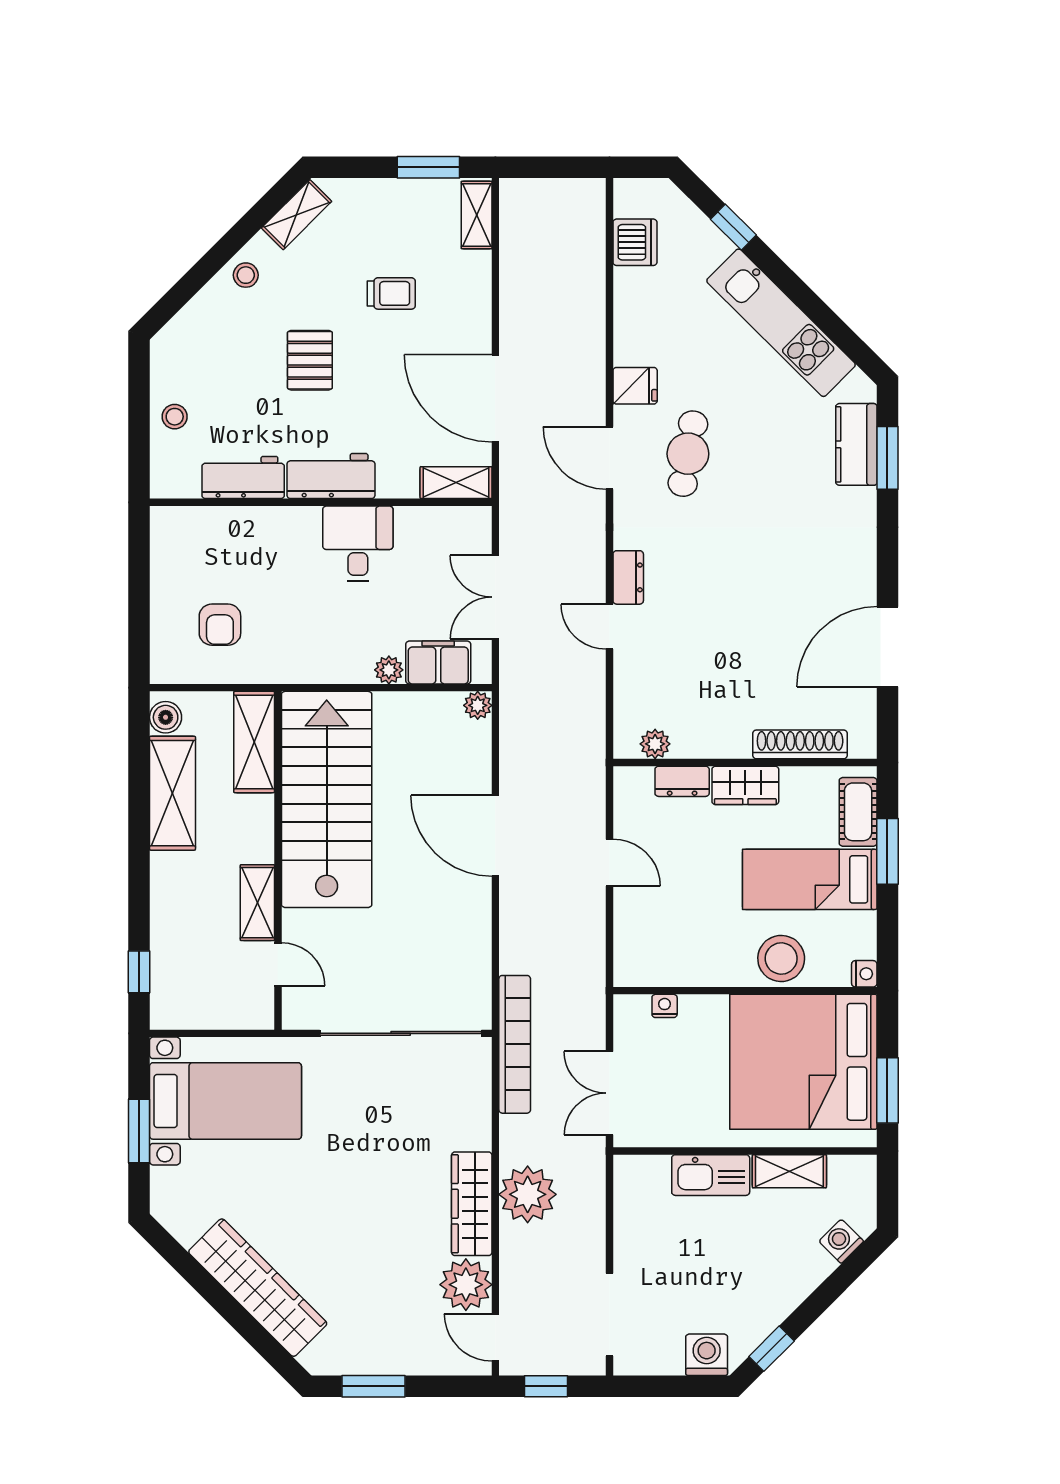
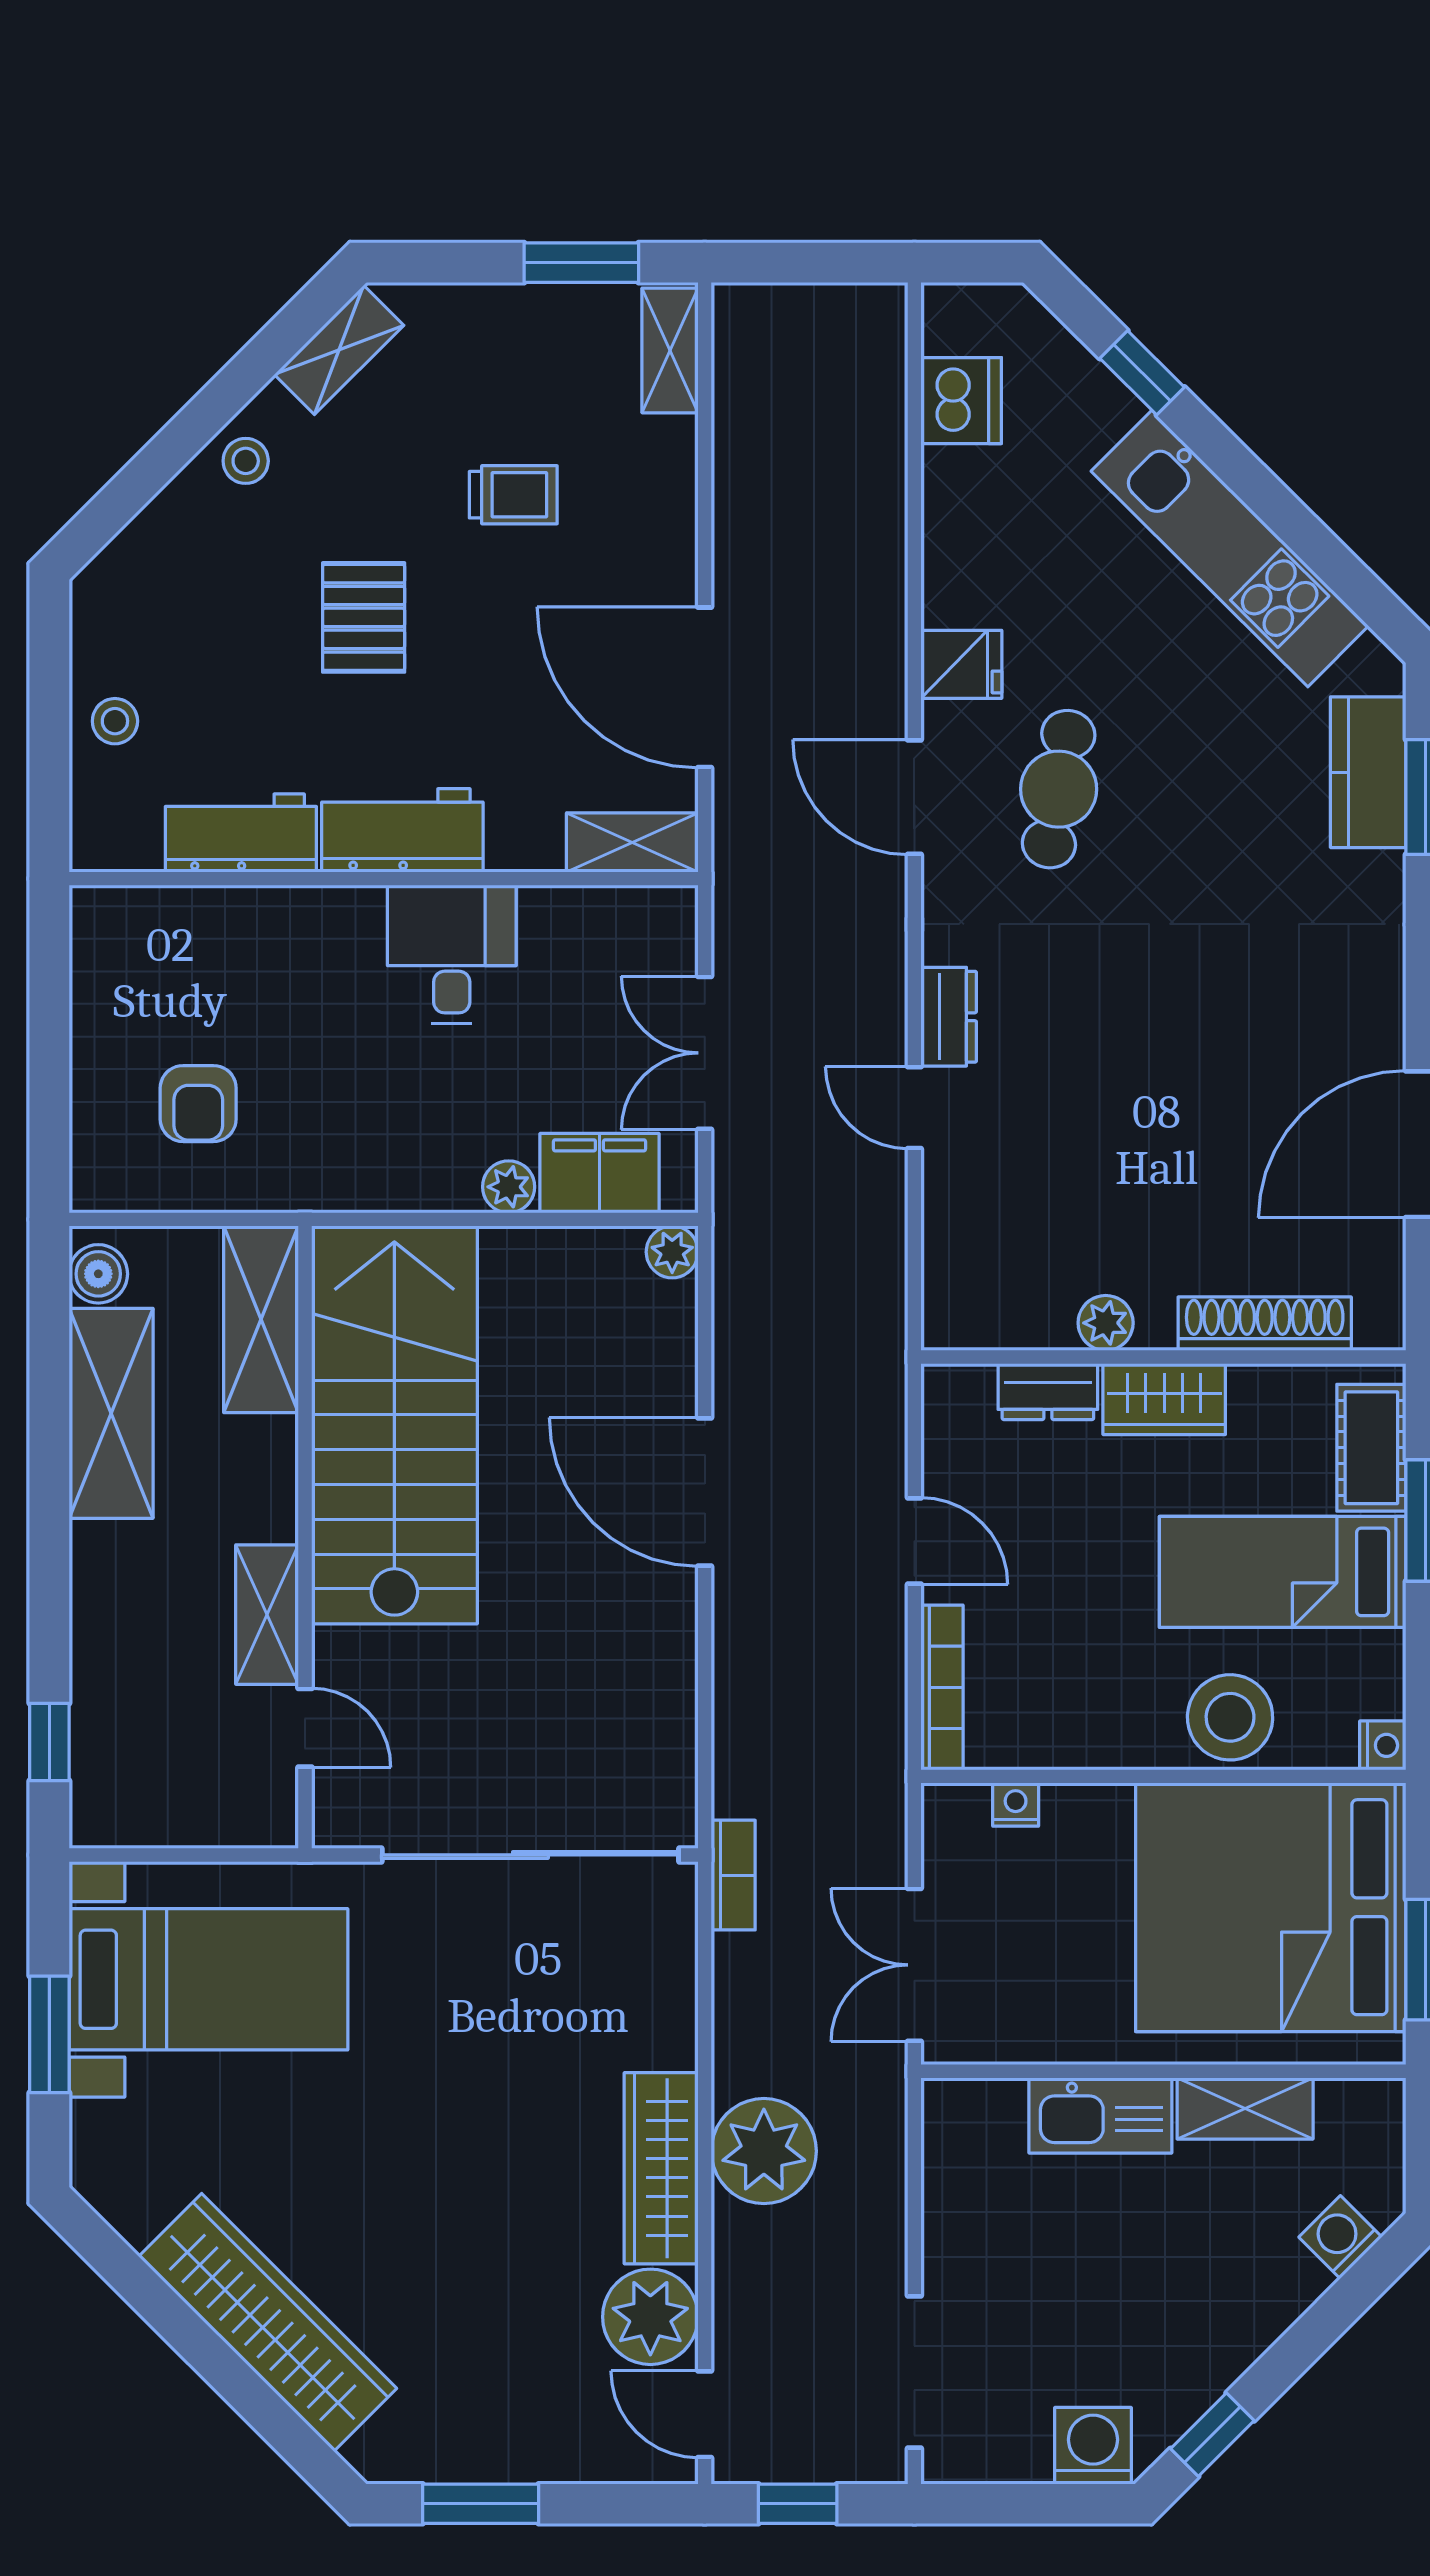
plant: (655, 744) -> (1106, 1323), moved
bookcase: (625, 942) -> (942, 1687), added
bookcase: (515, 1044) -> (733, 1875), width x0.43, depth x0.76

